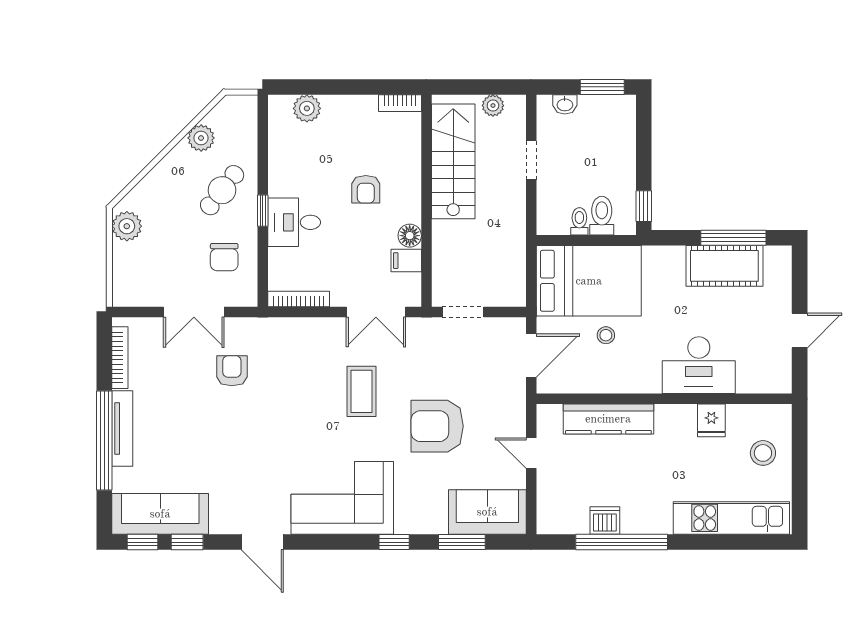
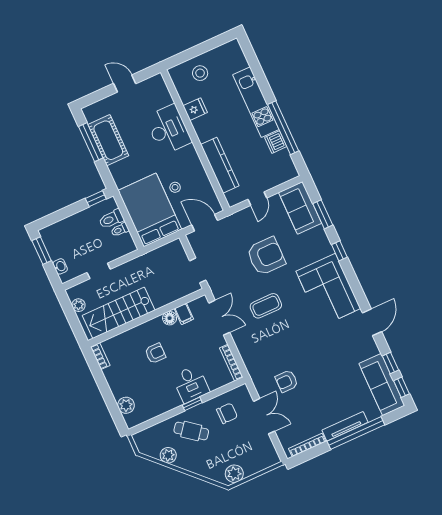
armchair: (437, 426) -> (266, 256), turned -90
kitchen unit: (731, 518) -> (256, 102), moved

